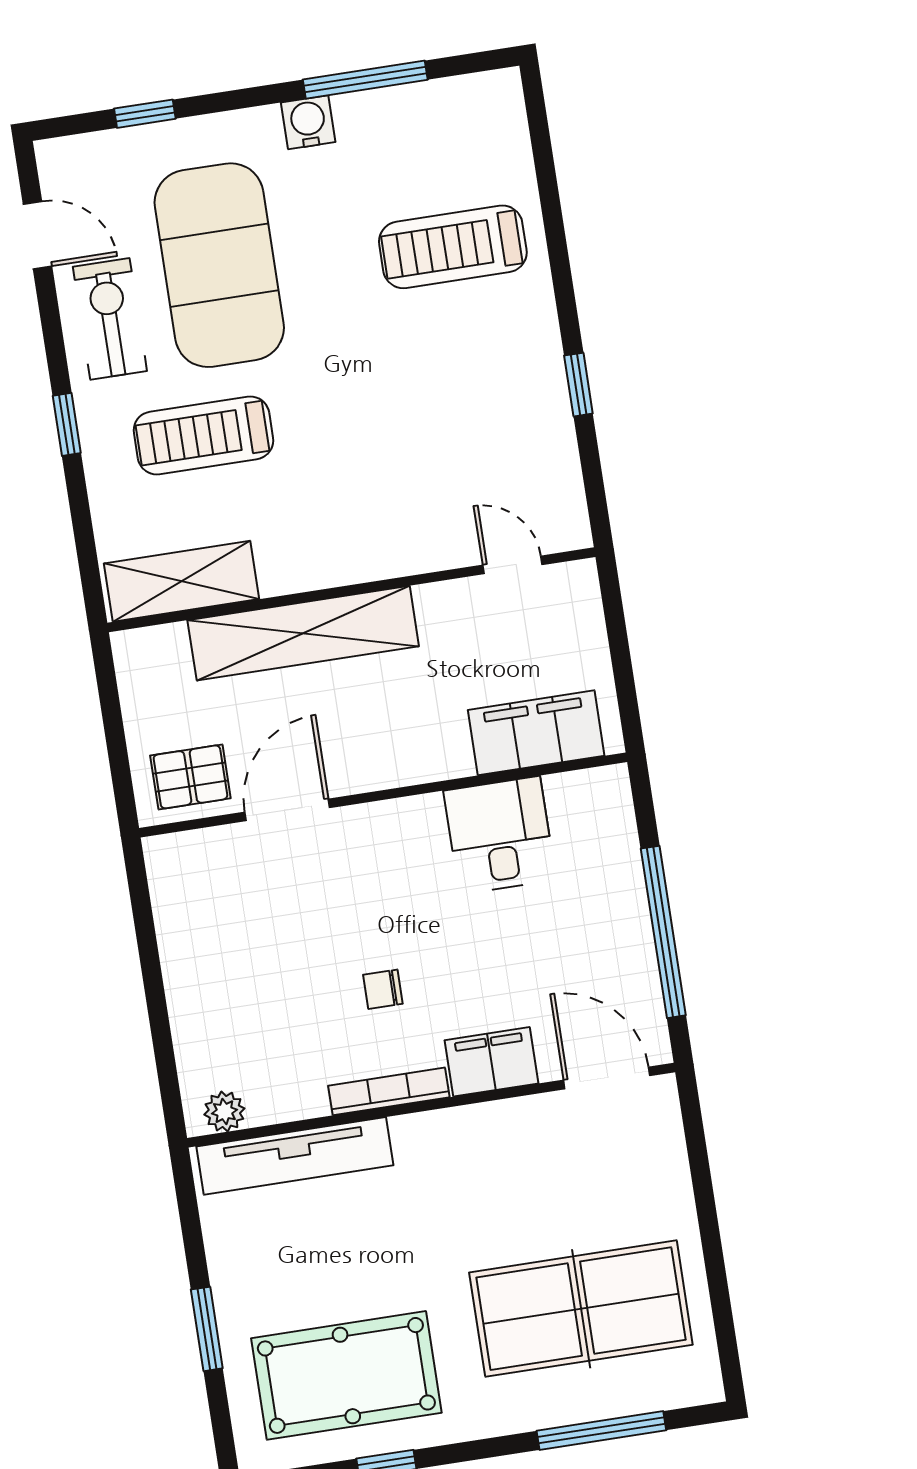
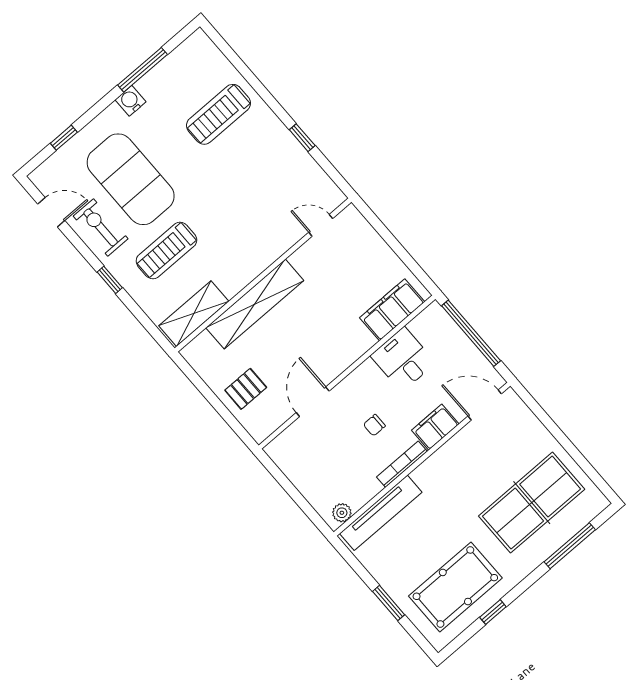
filing cabinet: (536, 733) -> (392, 310), moved
wall: (383, 795) -> (347, 372), moved
door: (287, 810) -> (313, 402), moved
desk: (500, 835) -> (403, 359), moved

